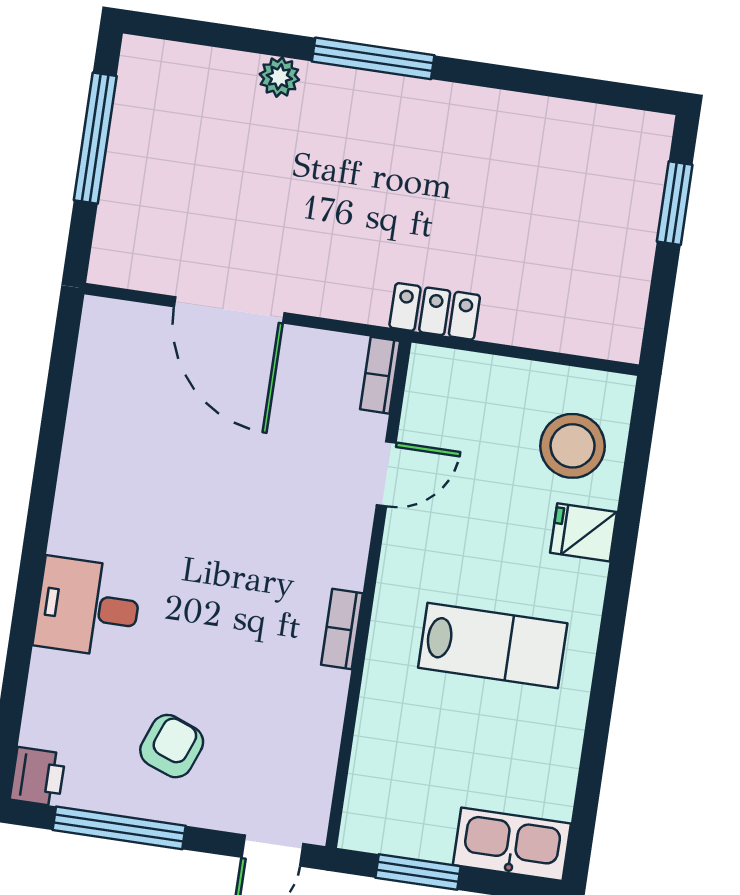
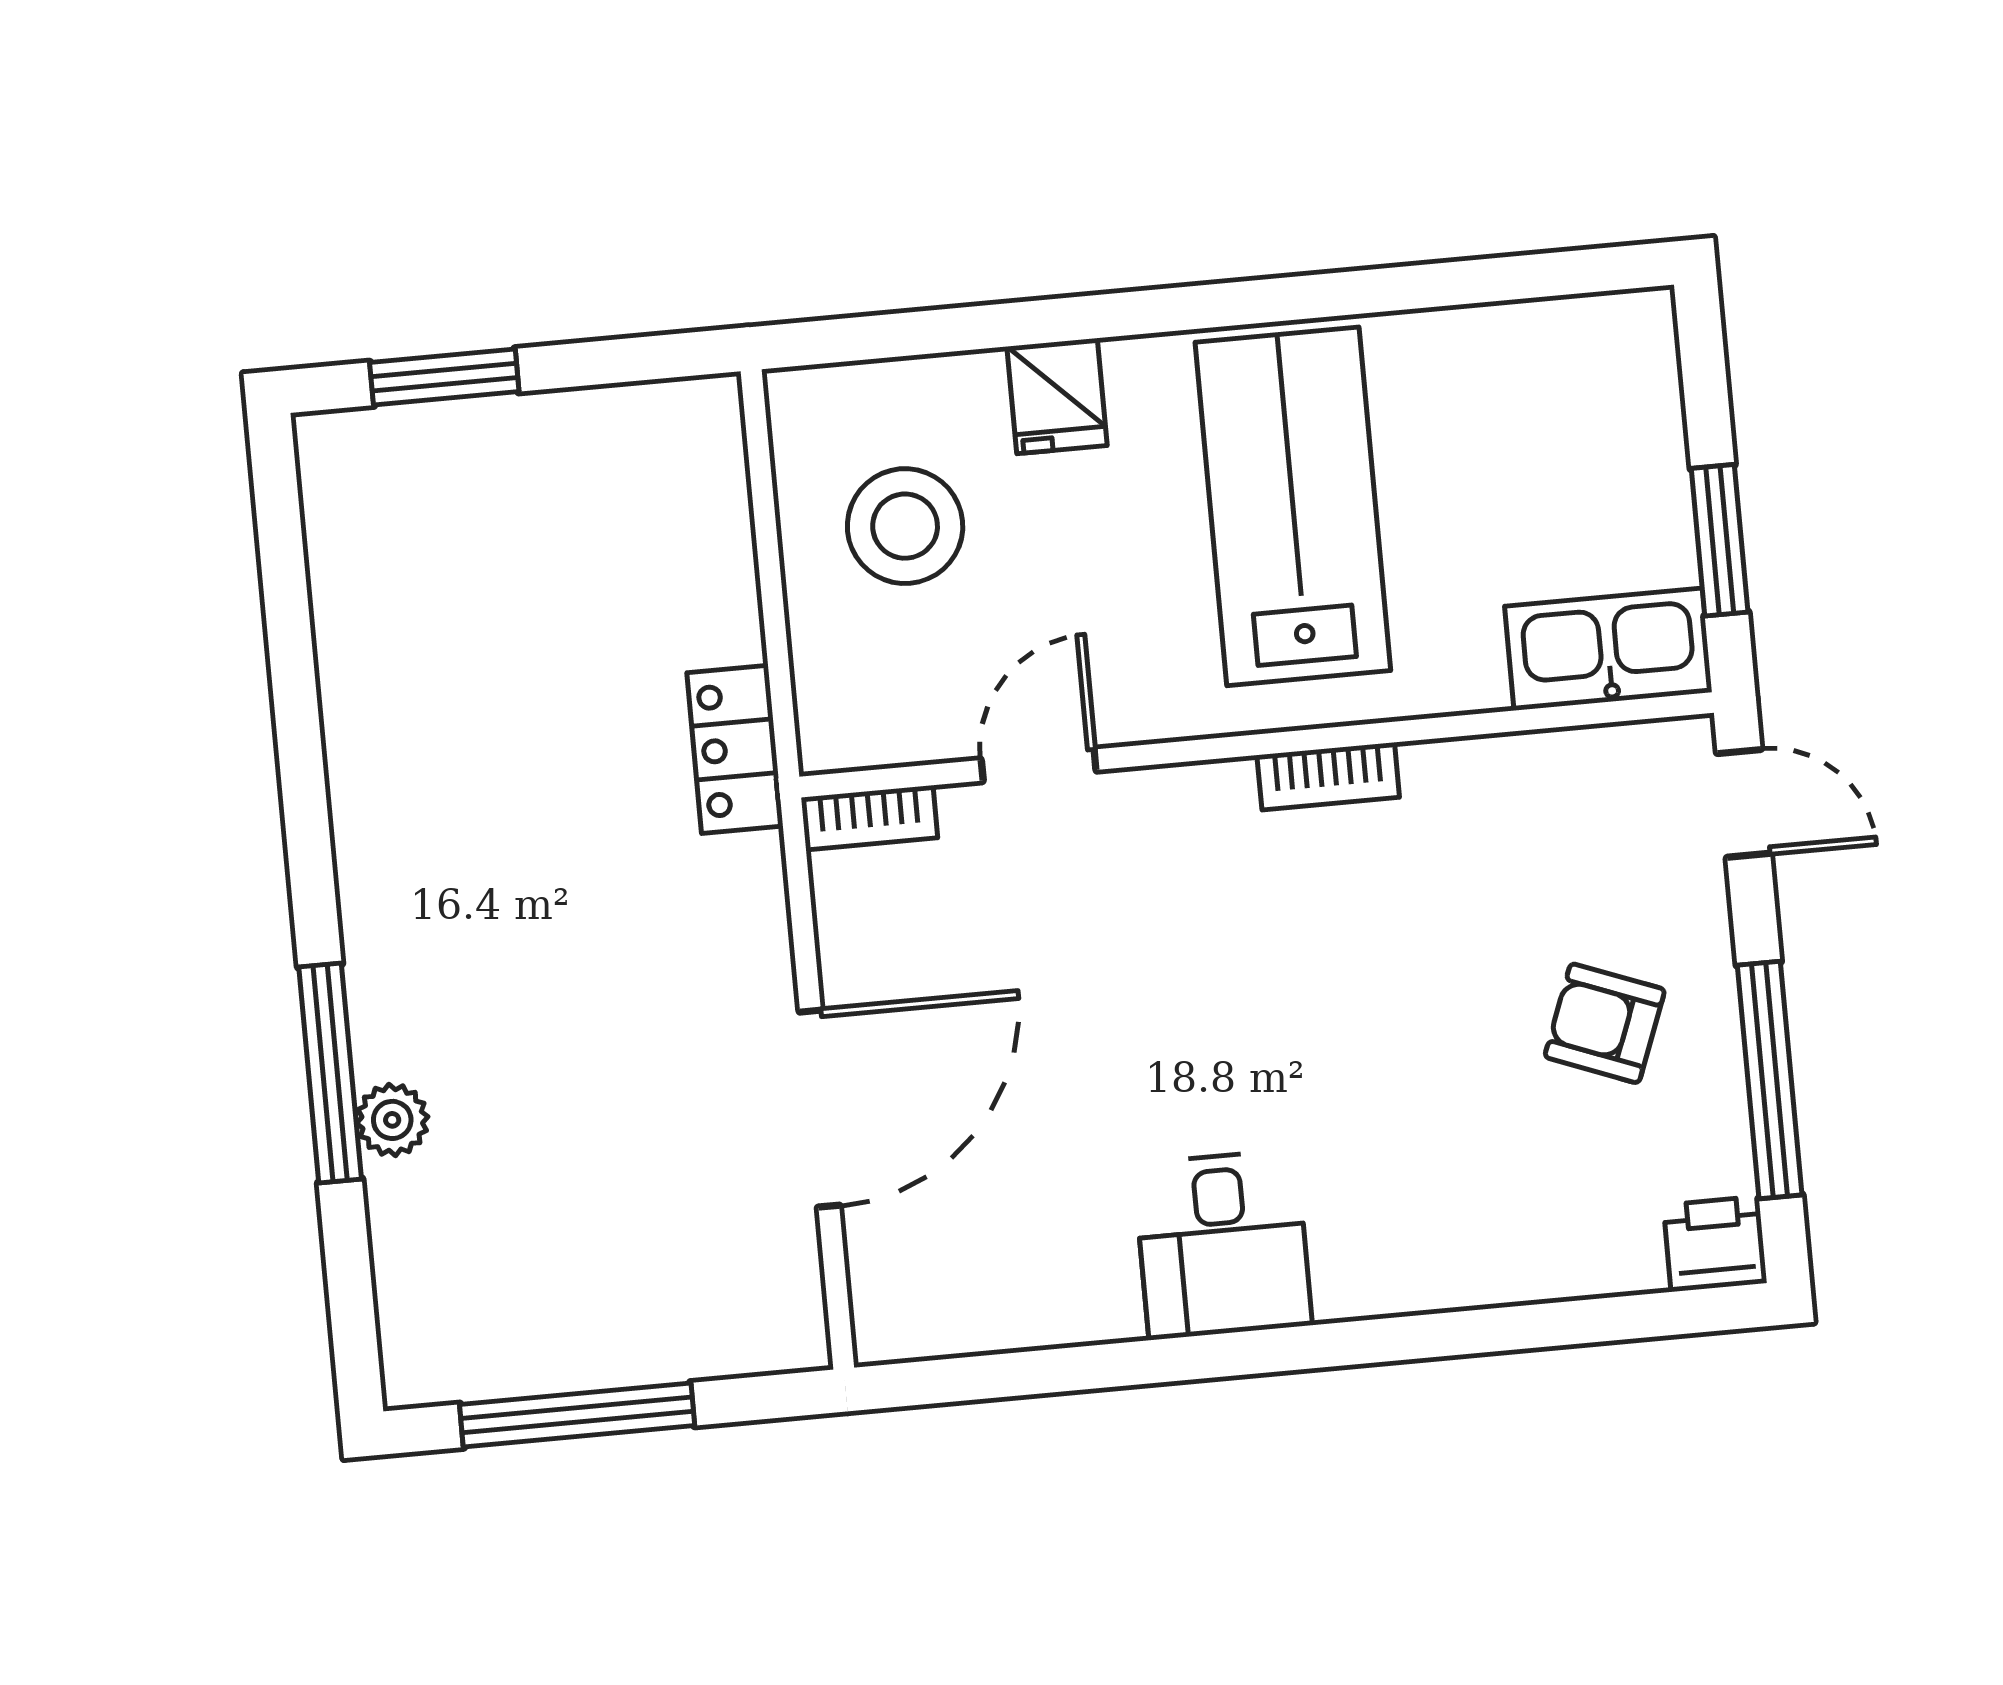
window: (373, 58) -> (330, 1073), moved
stool: (573, 446) -> (905, 526), moved
door: (386, 474) -> (1039, 765), hinge flipped
desk: (88, 607) -> (1223, 1245), moved
lab bench: (493, 646) -> (1293, 506), width x1.36, depth x1.39
kitchen sink: (512, 844) -> (1608, 649), moved, turned 90

